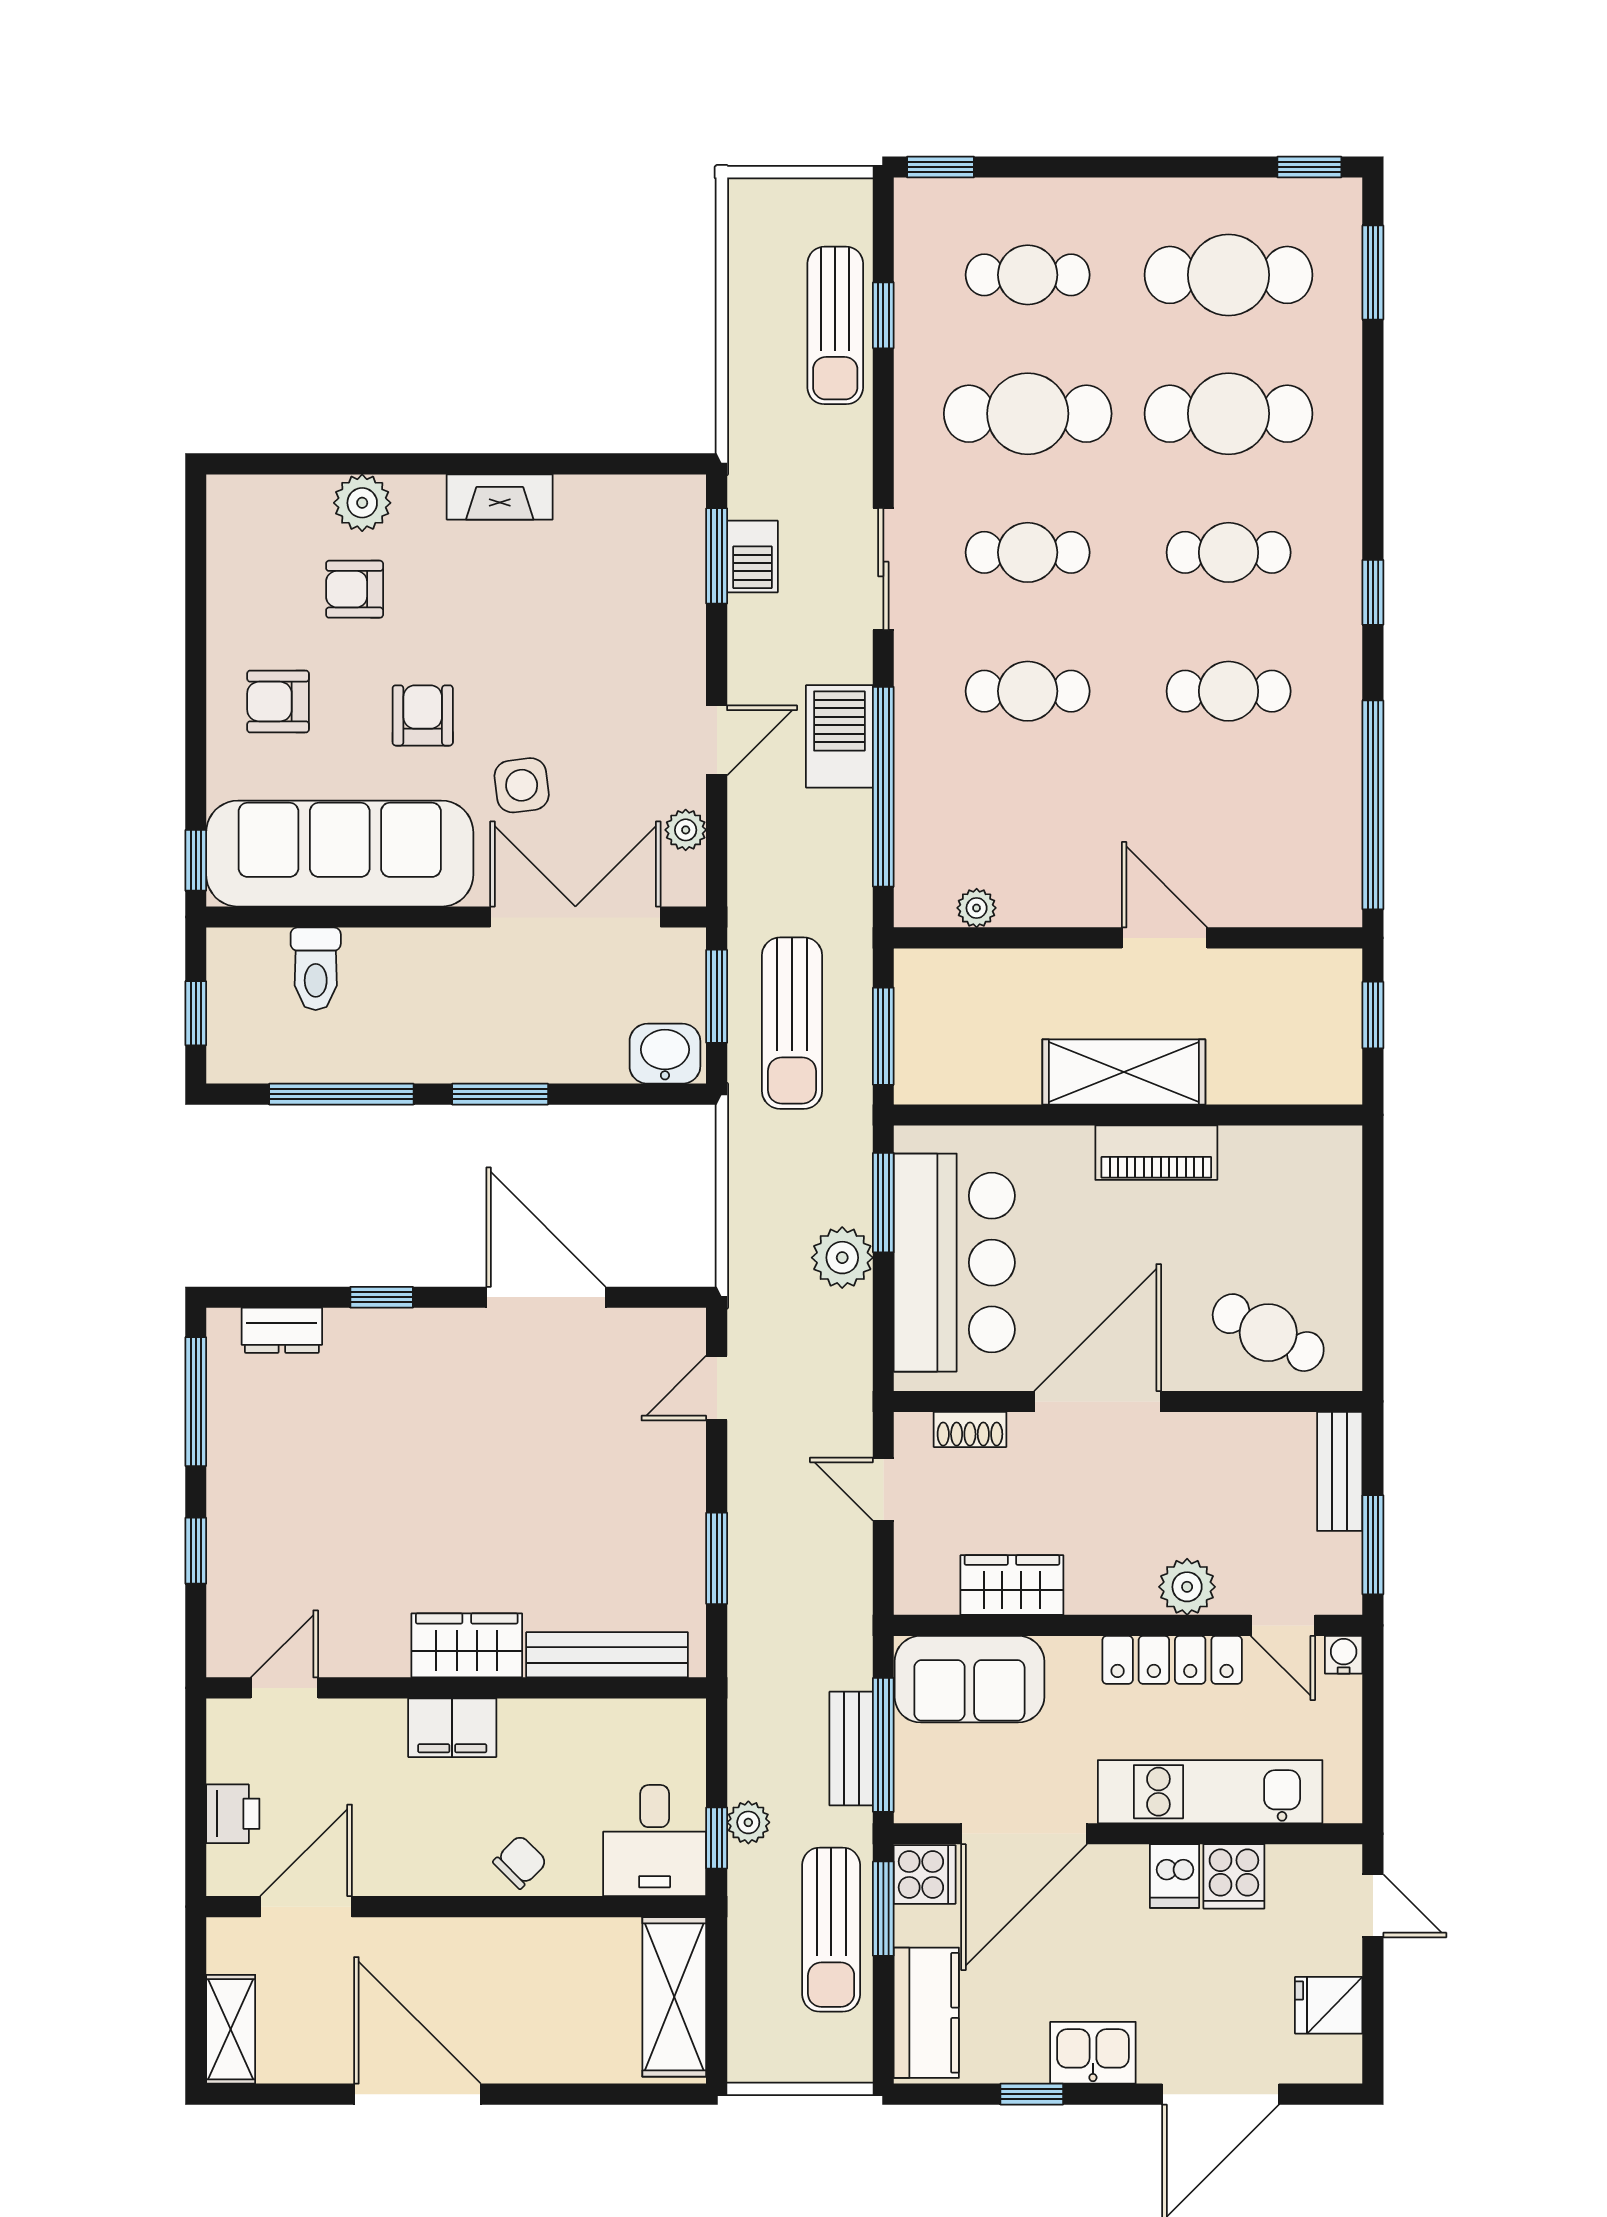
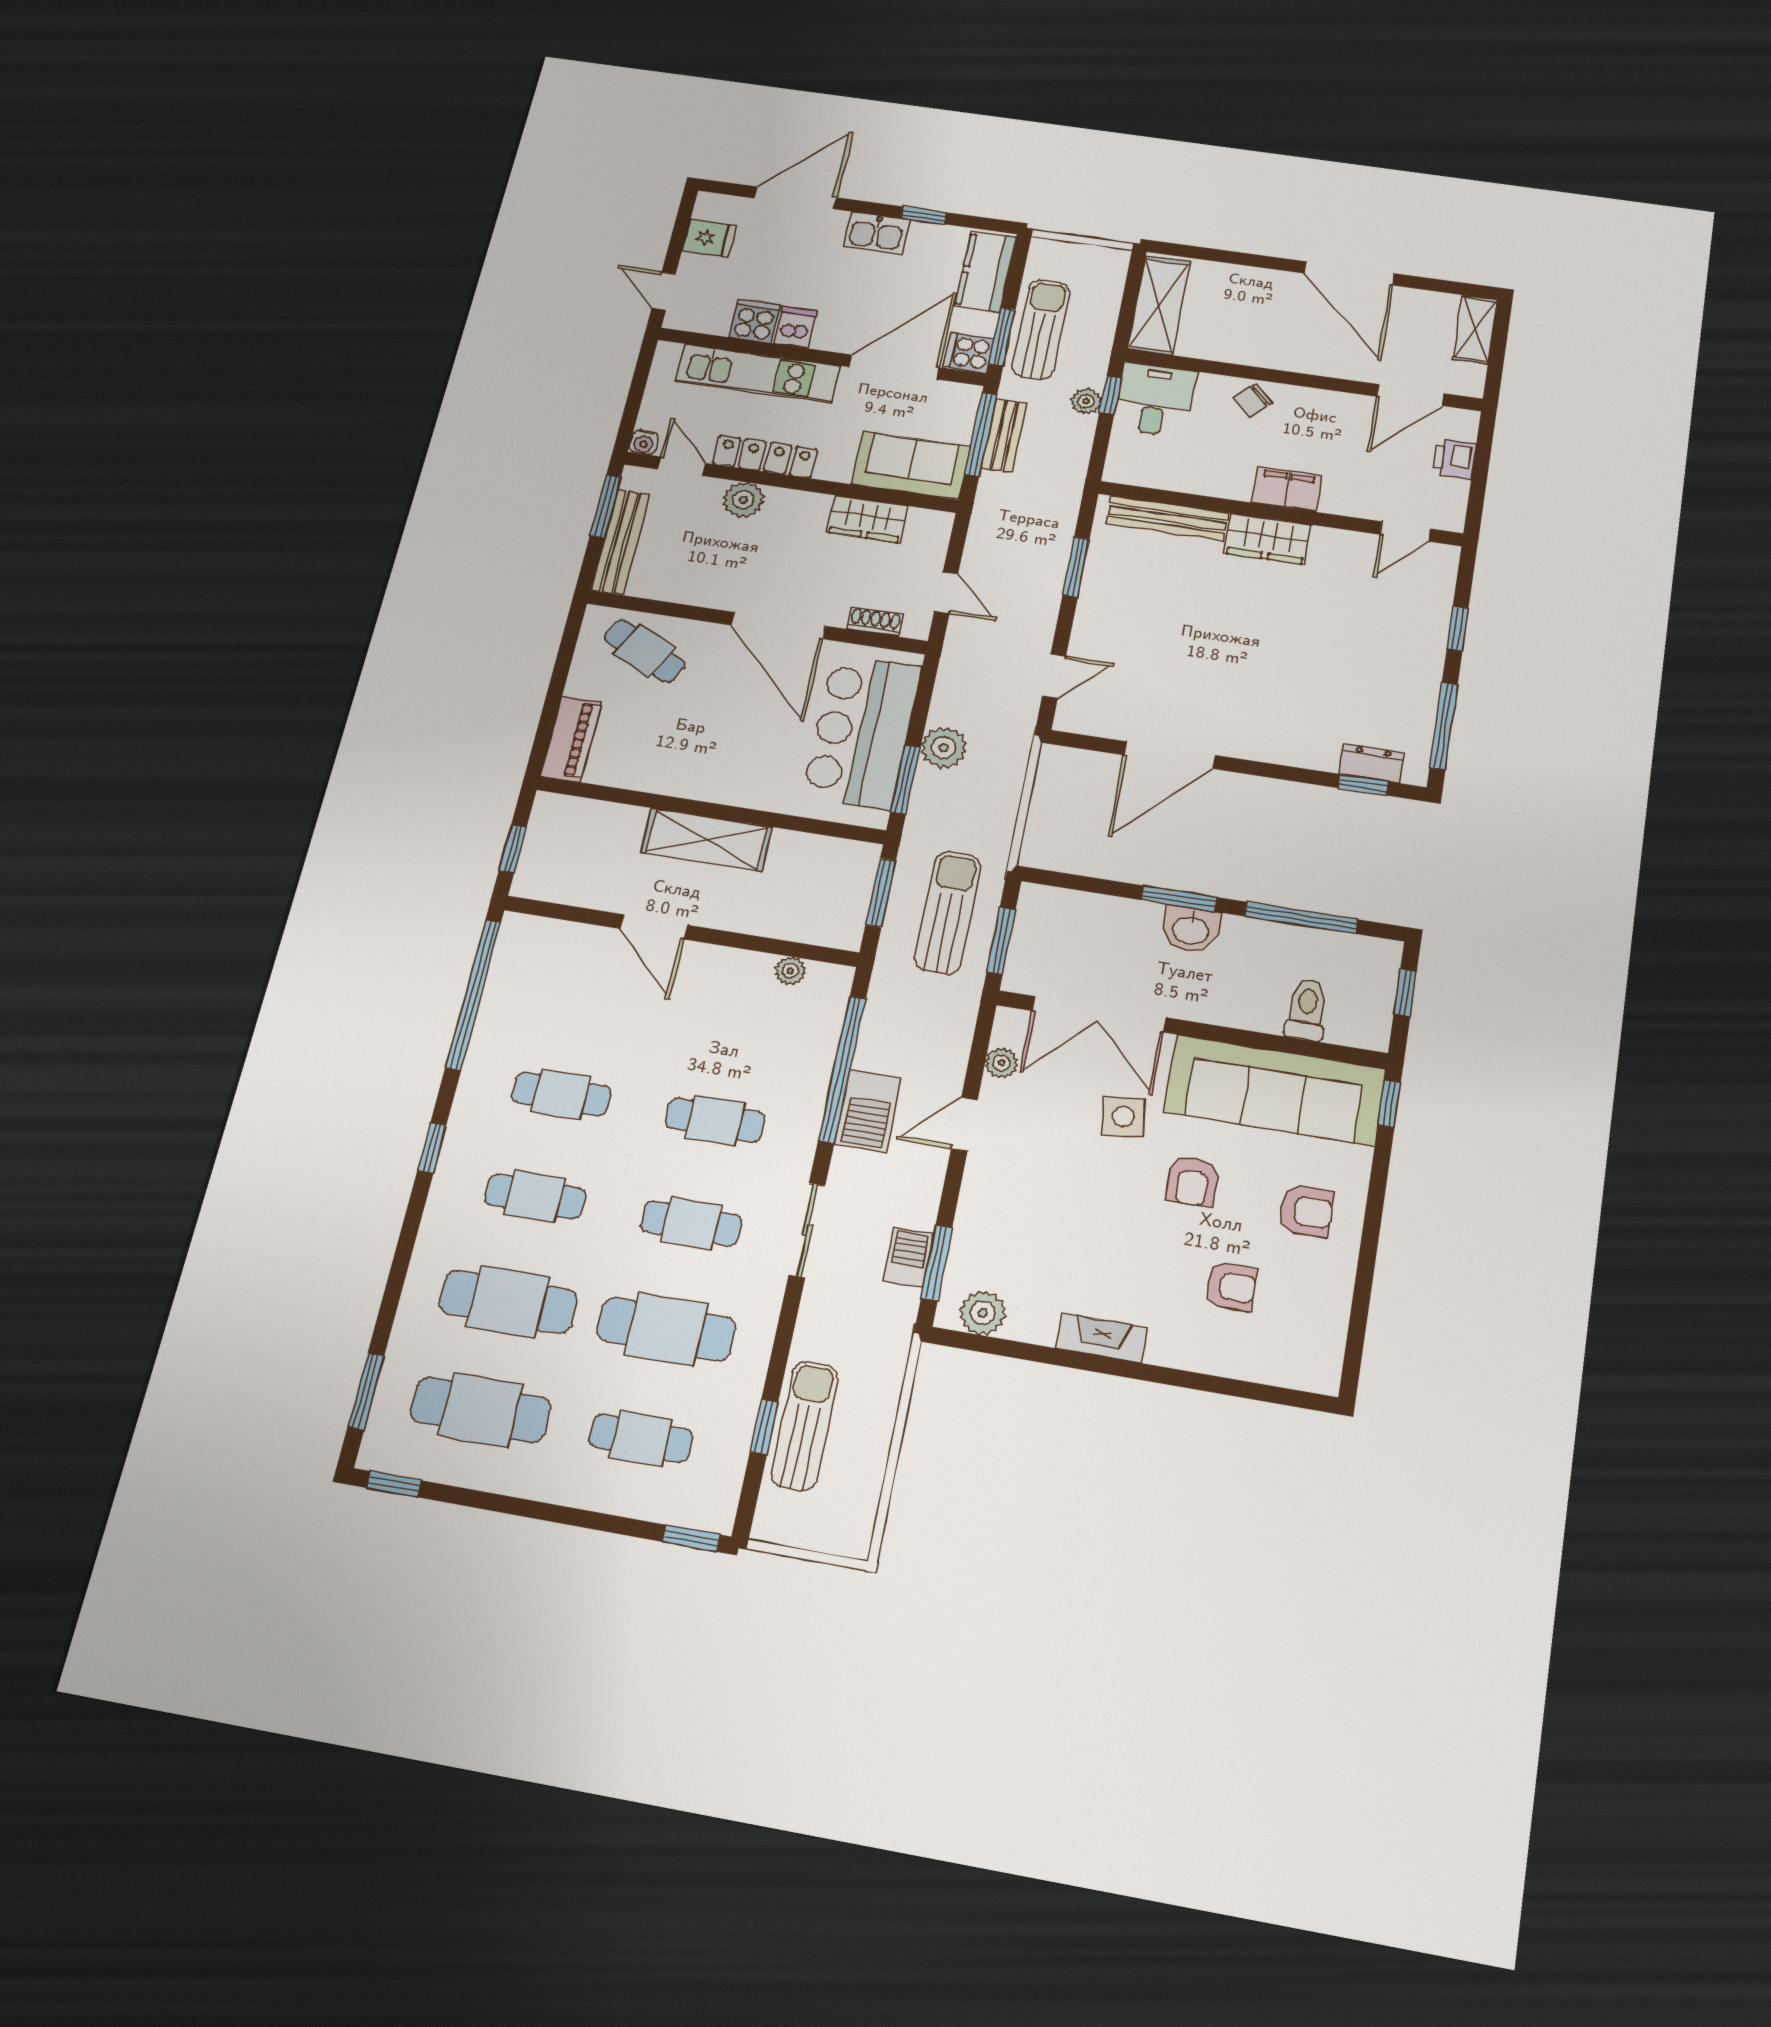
plant: (362, 503) -> (983, 1313), moved
washbasin: (665, 1054) -> (1191, 929), moved
piano: (1156, 1153) -> (571, 739), moved, turned 90
window: (382, 1297) -> (1363, 785), moved
door: (546, 1297) -> (1169, 755), hinge flipped
door: (1098, 1401) -> (779, 626), hinge flipped
bench: (1340, 1471) -> (620, 542), width x1.36

